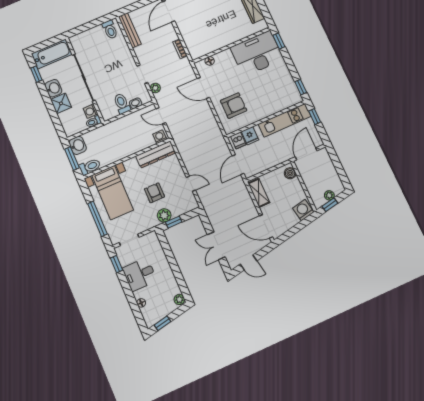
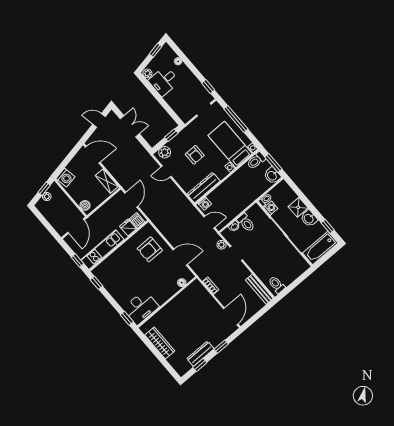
desk: (257, 53) -> (141, 308), width x0.73, depth x0.77
plant: (164, 215) -> (165, 152), moved
desk: (140, 274) -> (164, 81), moved, turned 180

